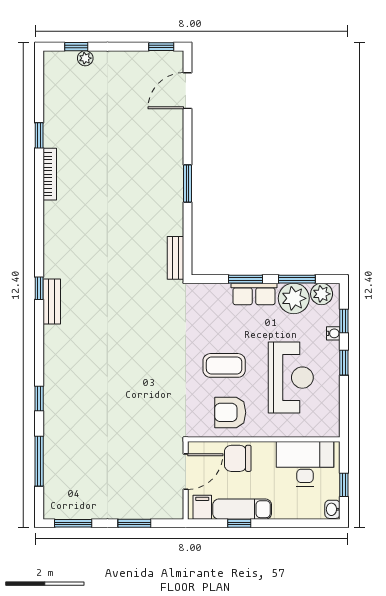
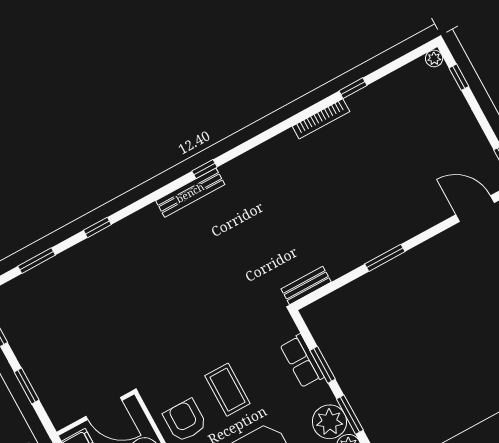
plant: (85, 58) -> (434, 58), moved
row of seats: (254, 294) -> (302, 361), moved
bench: (52, 302) -> (190, 193), width x1.36
window: (39, 461) -> (37, 261), width x0.69

